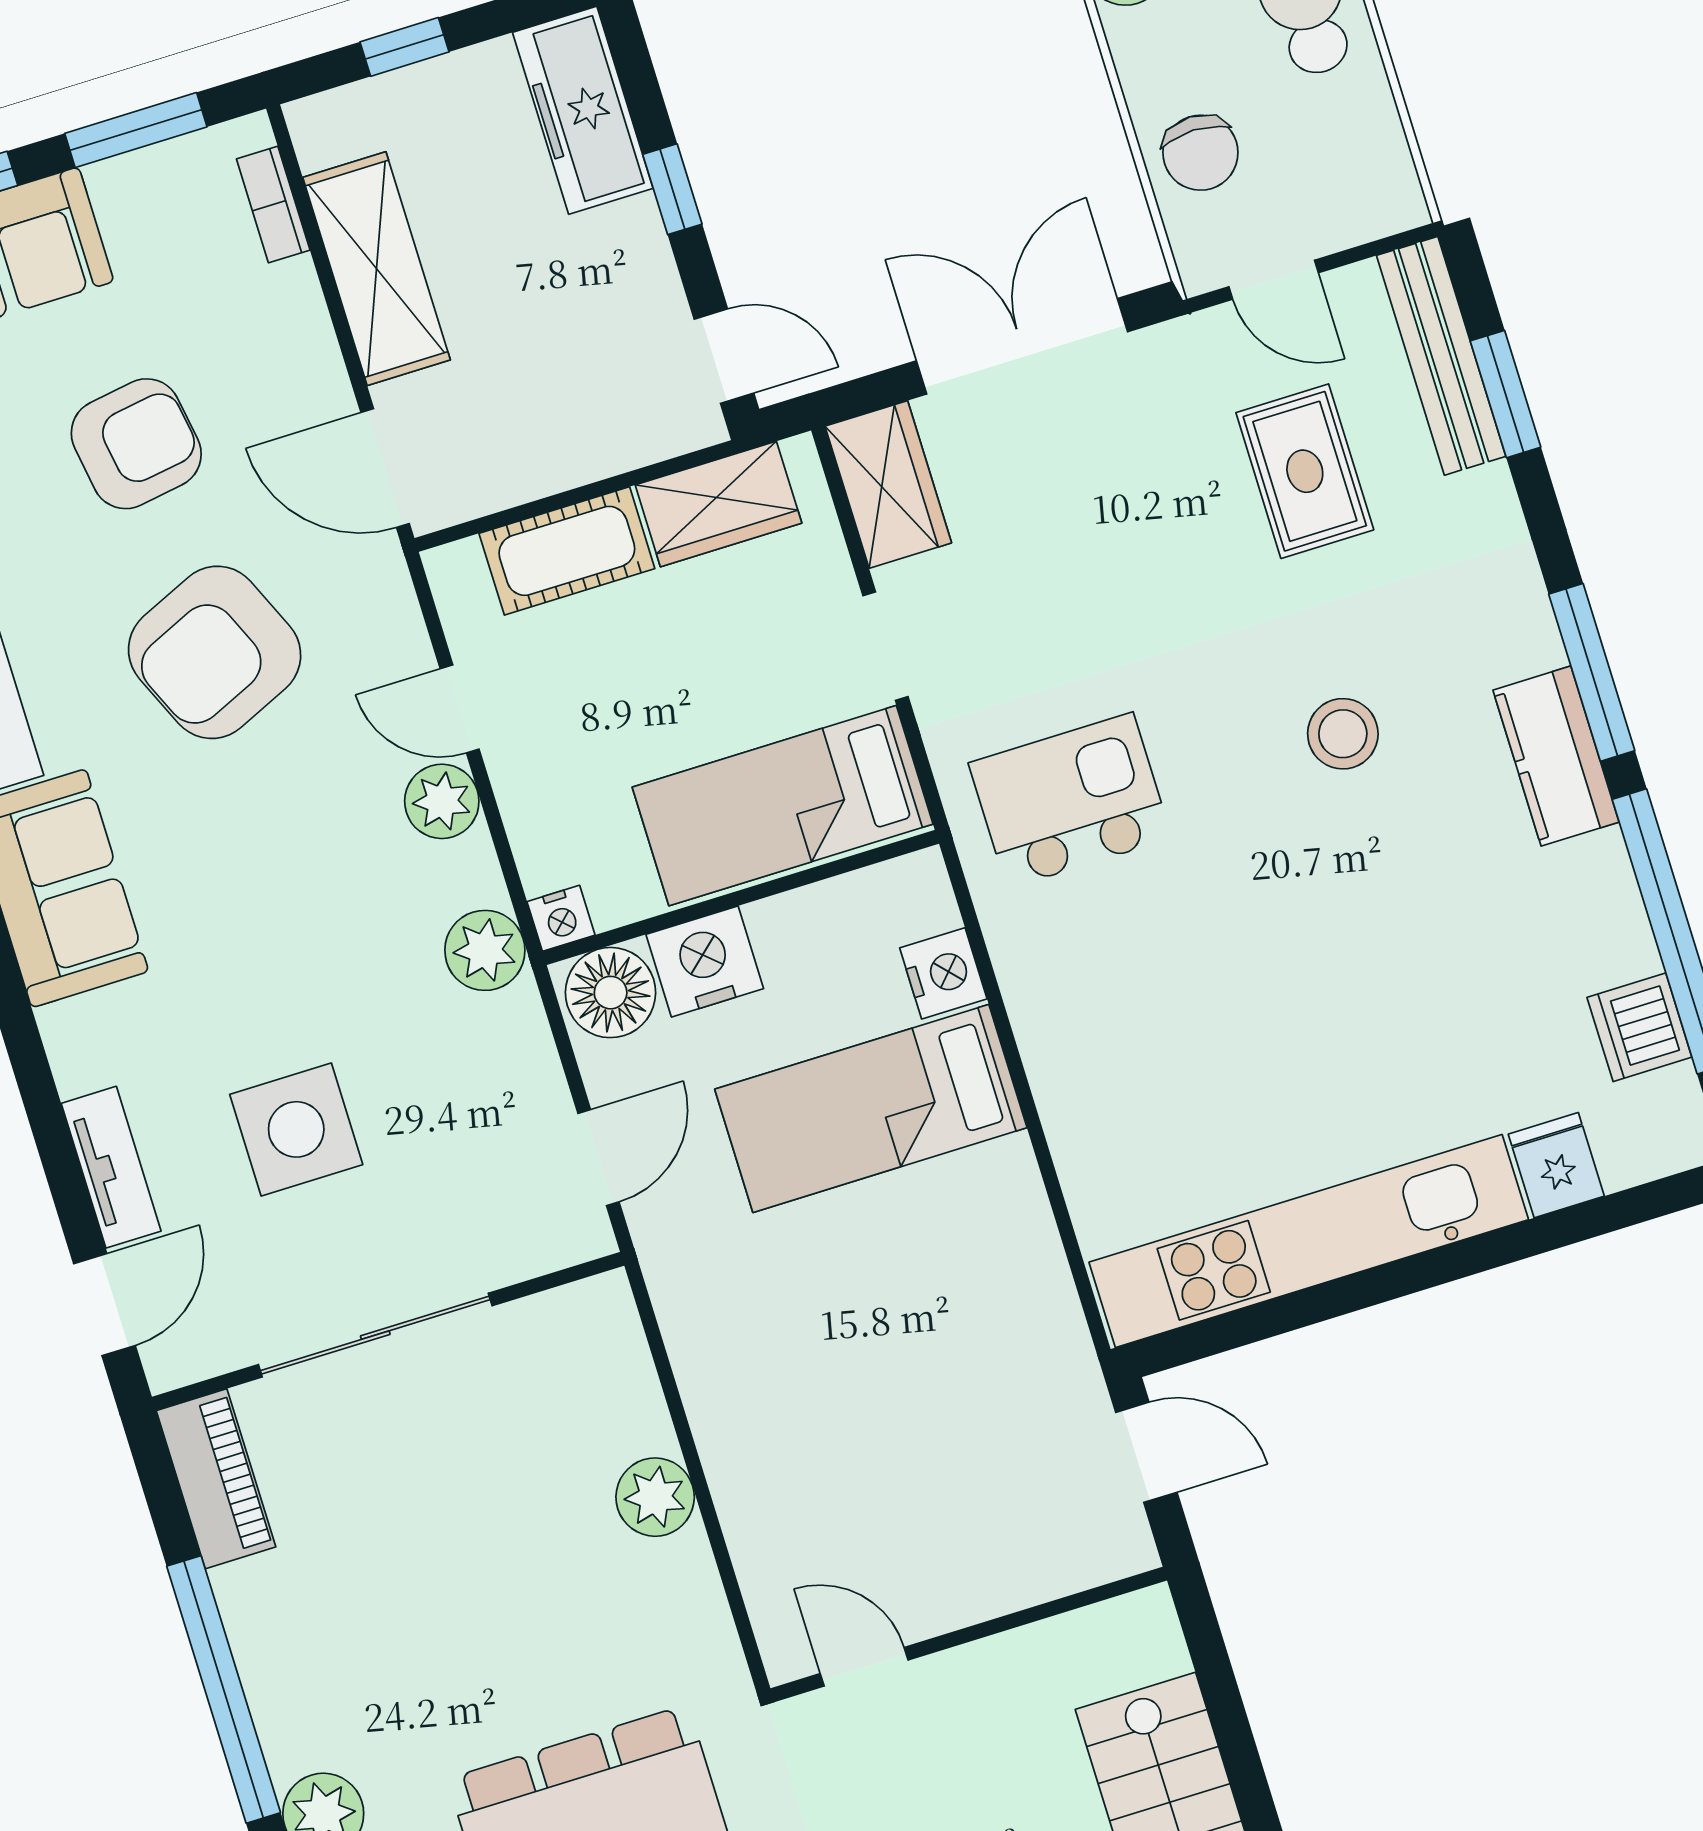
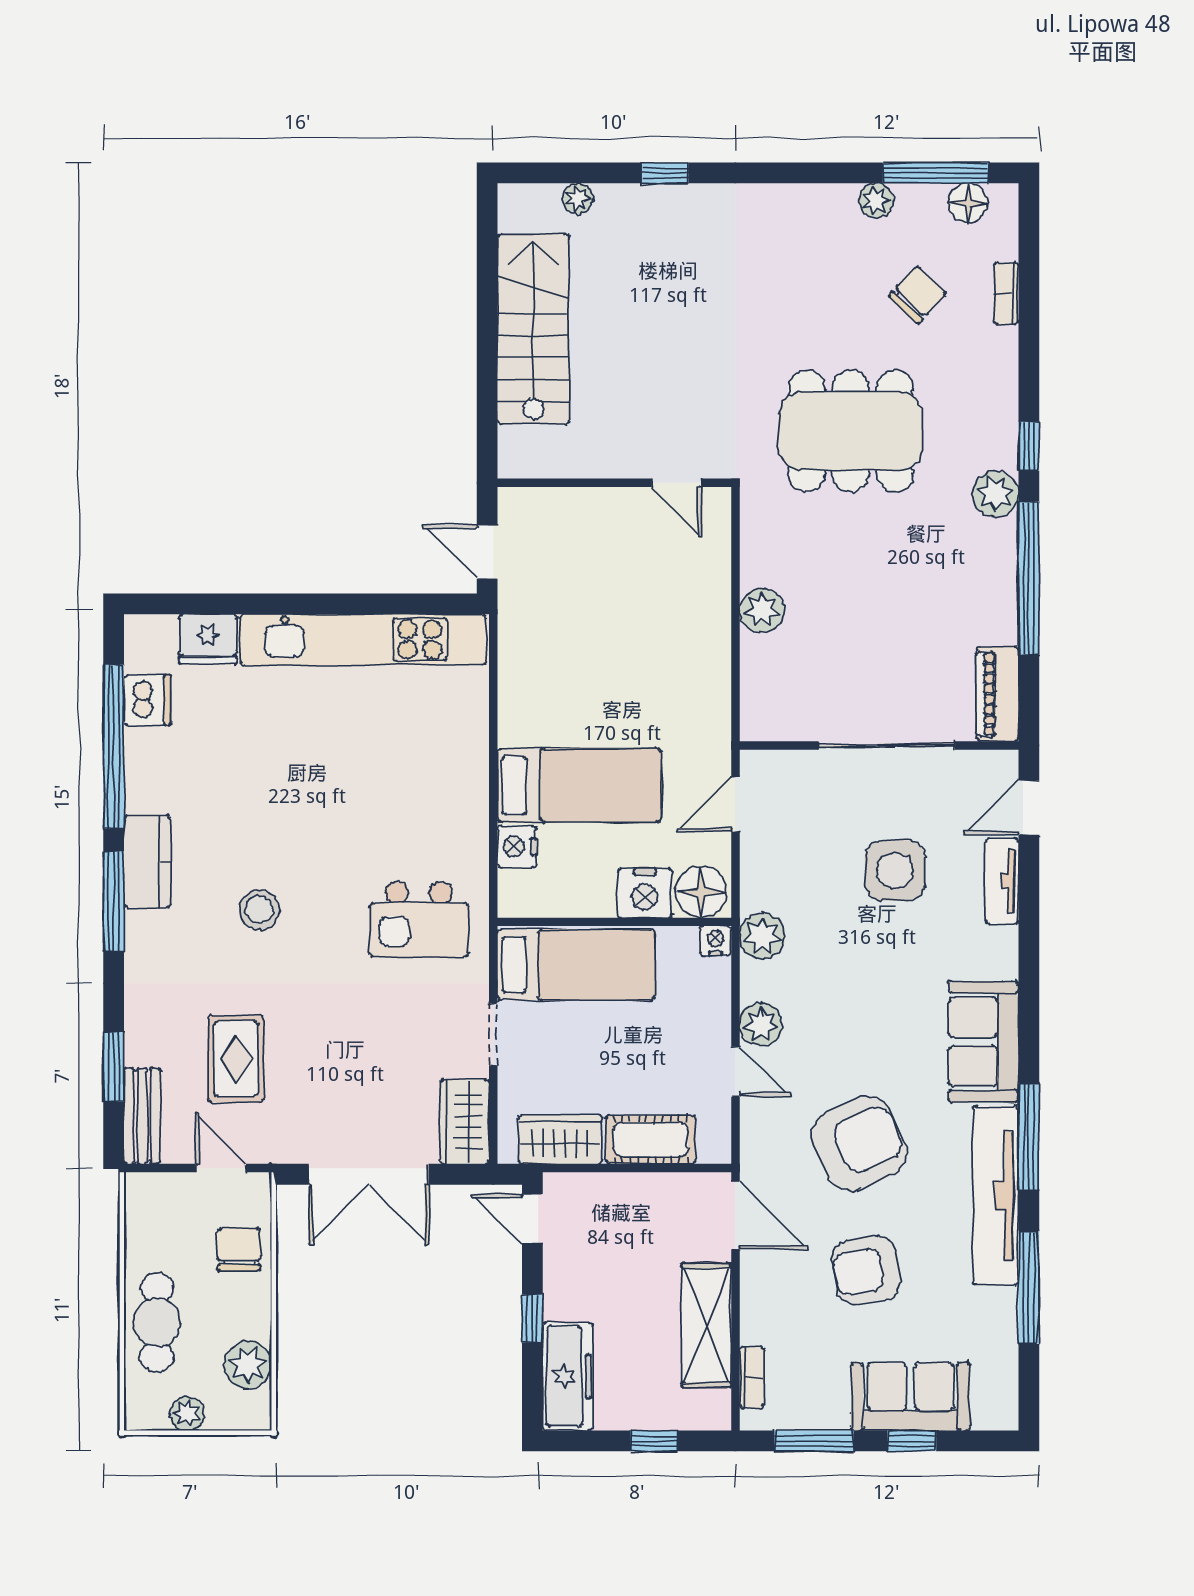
bench: (1441, 356) -> (142, 1116), width x0.73
fridge: (1556, 1165) -> (208, 639), width x1.38

